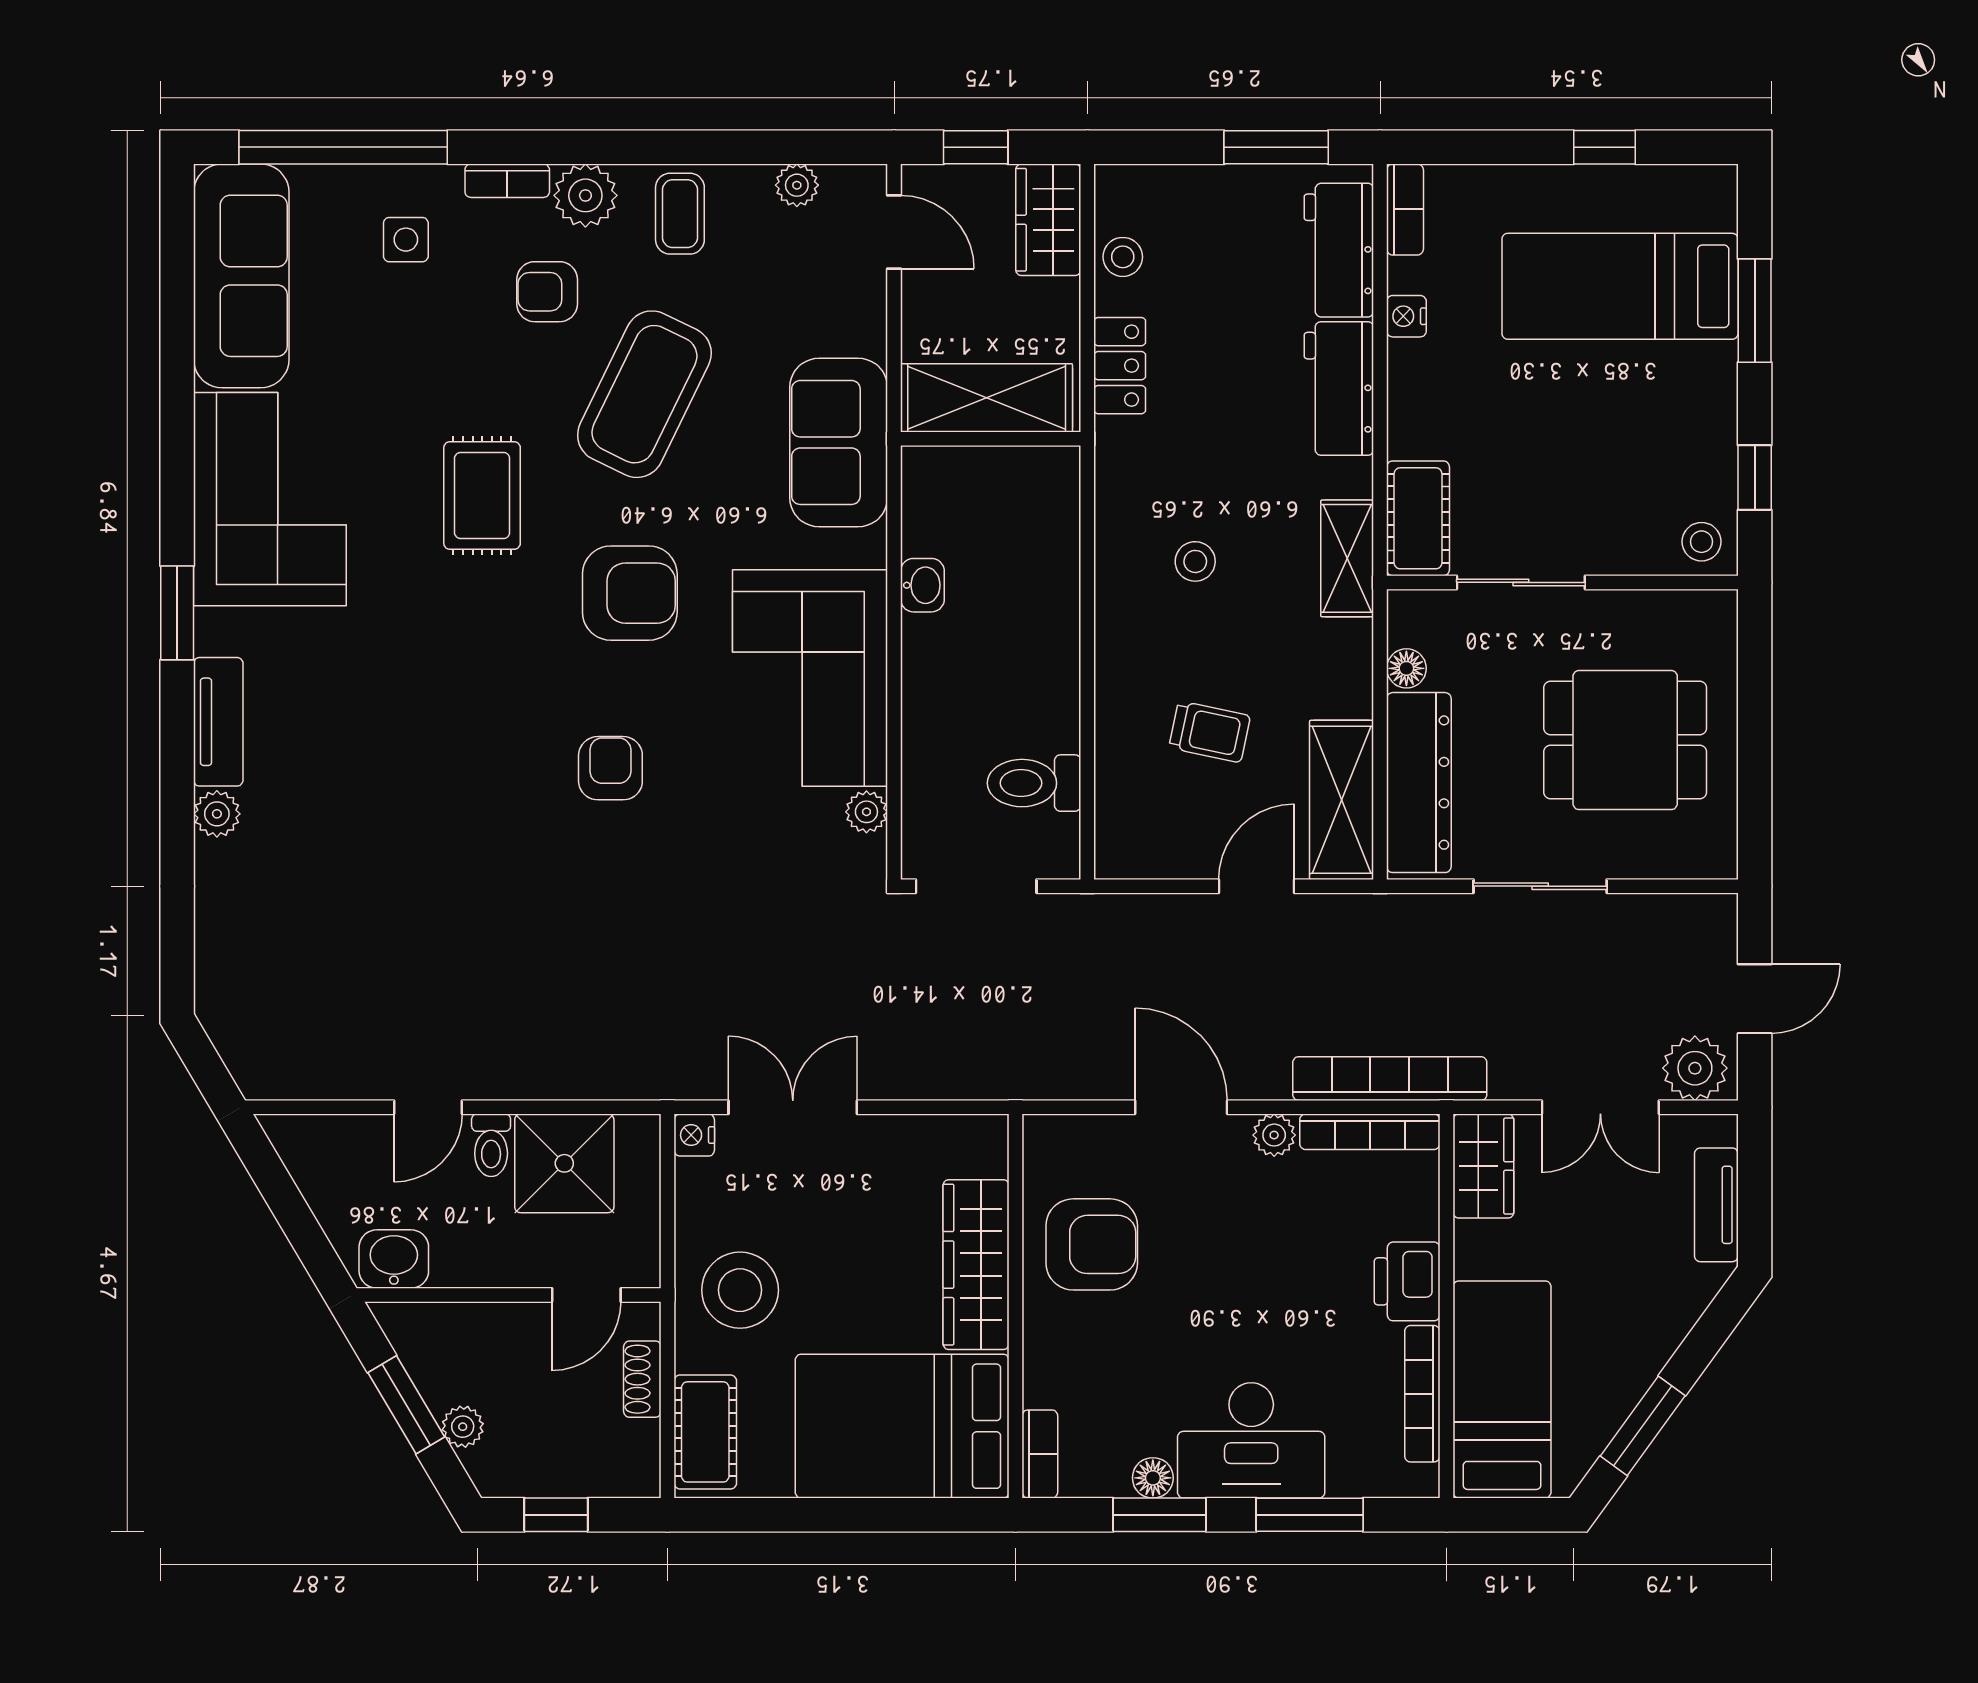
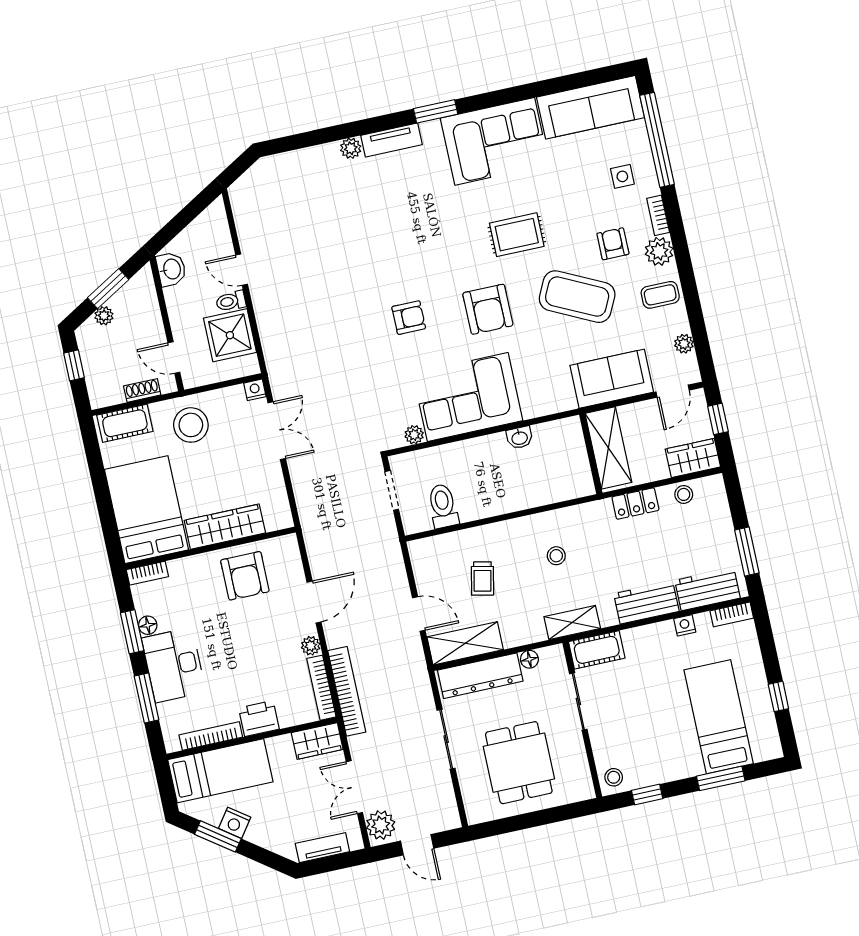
sofa: (839, 442) -> (612, 379), moved
doorway: (976, 886) -> (392, 490), width x0.73
nightstand: (1621, 1383) -> (235, 823), added

